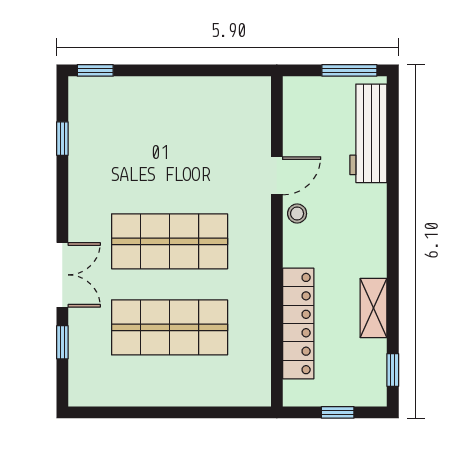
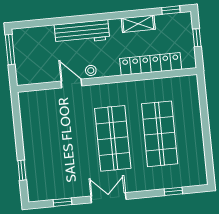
window: (95, 70) -> (22, 170), moved
workbench: (368, 133) -> (82, 32), moved
double door: (62, 275) -> (108, 198), moved

